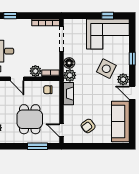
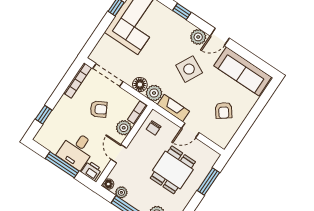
armchair: (37, 48) -> (99, 109), added
side table: (106, 69) -> (189, 69), moved
door: (17, 79) -> (119, 154), swing flipped
dining table: (30, 119) -> (173, 170), turned 90
door: (62, 130) -> (190, 130), moved

